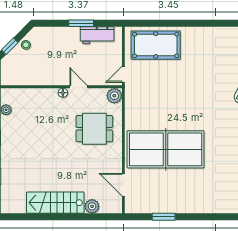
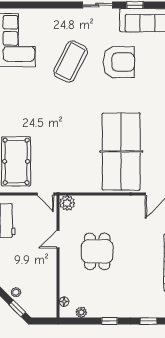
floor lamp: (63, 93) -> (64, 302), moved
dining table: (94, 129) -> (97, 251), moved

